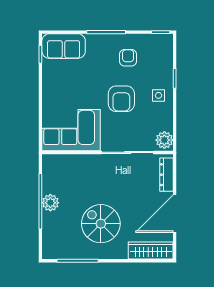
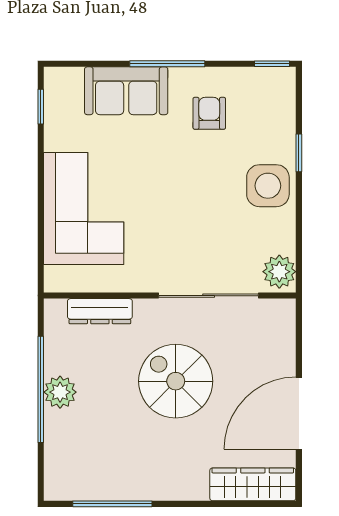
sofa: (64, 46) -> (126, 91), moved
side table: (159, 95) -> (268, 186), width x1.87, depth x1.87
armchair: (121, 99) -> (196, 192), removed
corner sofa: (71, 130) -> (84, 209), moved, turned 90
dresser: (167, 175) -> (100, 311), moved, turned -90
spiral stairs: (101, 224) -> (176, 381), moved

